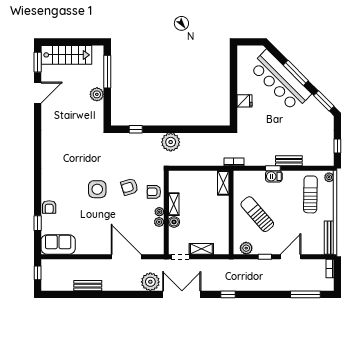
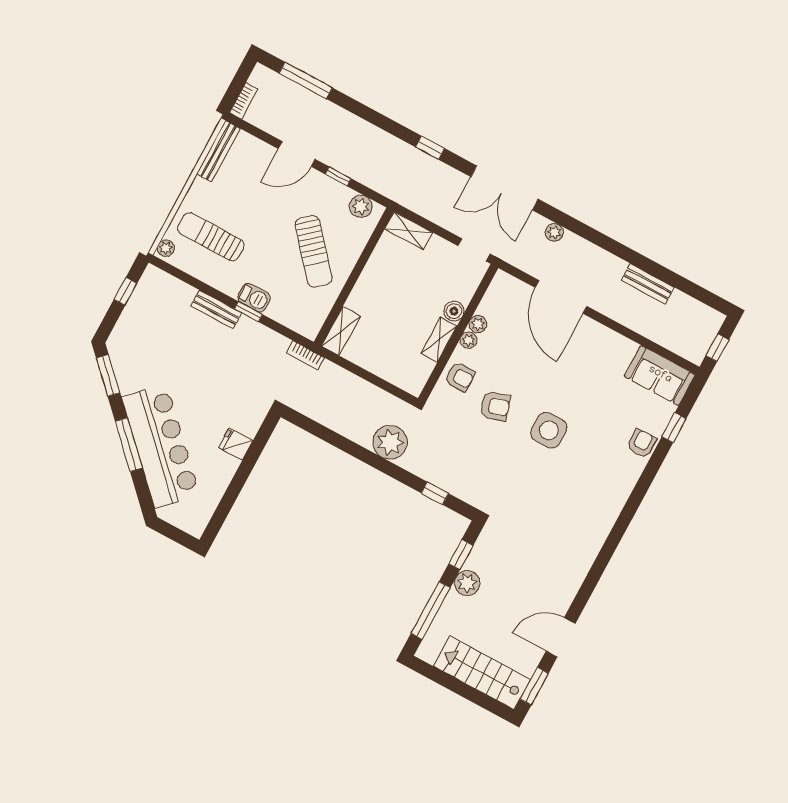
window: (107, 106) -> (461, 555), added
sun lounger: (310, 194) -> (211, 237), turned 89
shelving: (201, 249) -> (409, 231), moved
plant: (150, 282) -> (554, 232), width x0.53, depth x0.53

